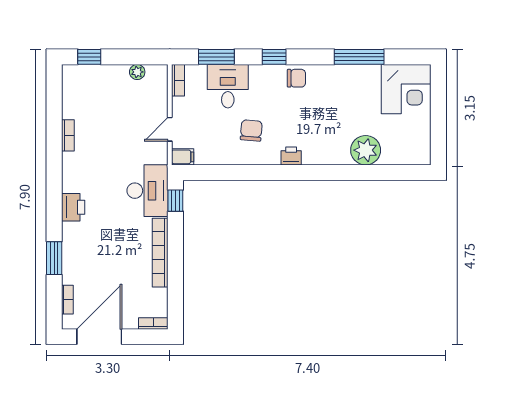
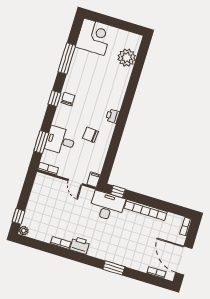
window: (274, 57) -> (55, 99), moved
plant: (137, 72) -> (24, 231), moved
plant: (366, 150) -> (127, 58), moved
printer: (73, 207) -> (80, 245), moved
window: (54, 258) -> (114, 268), moved

